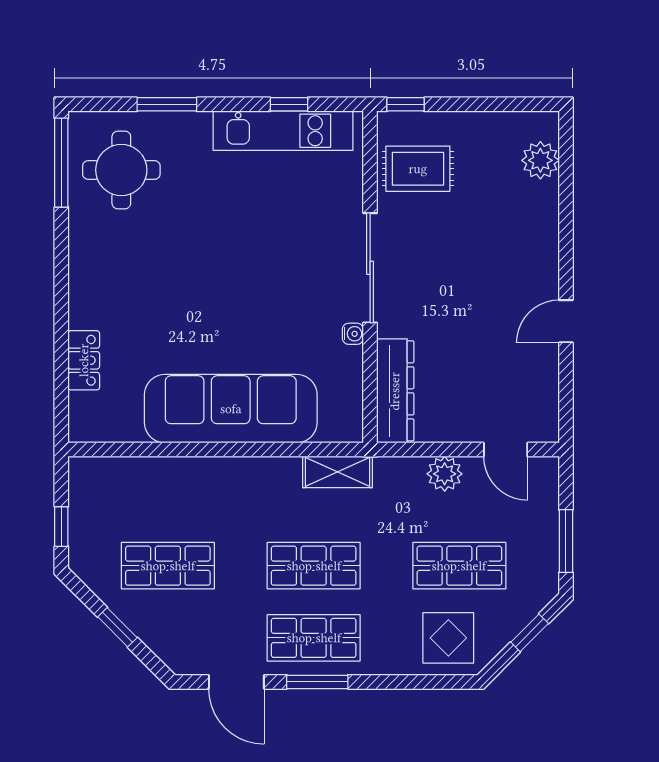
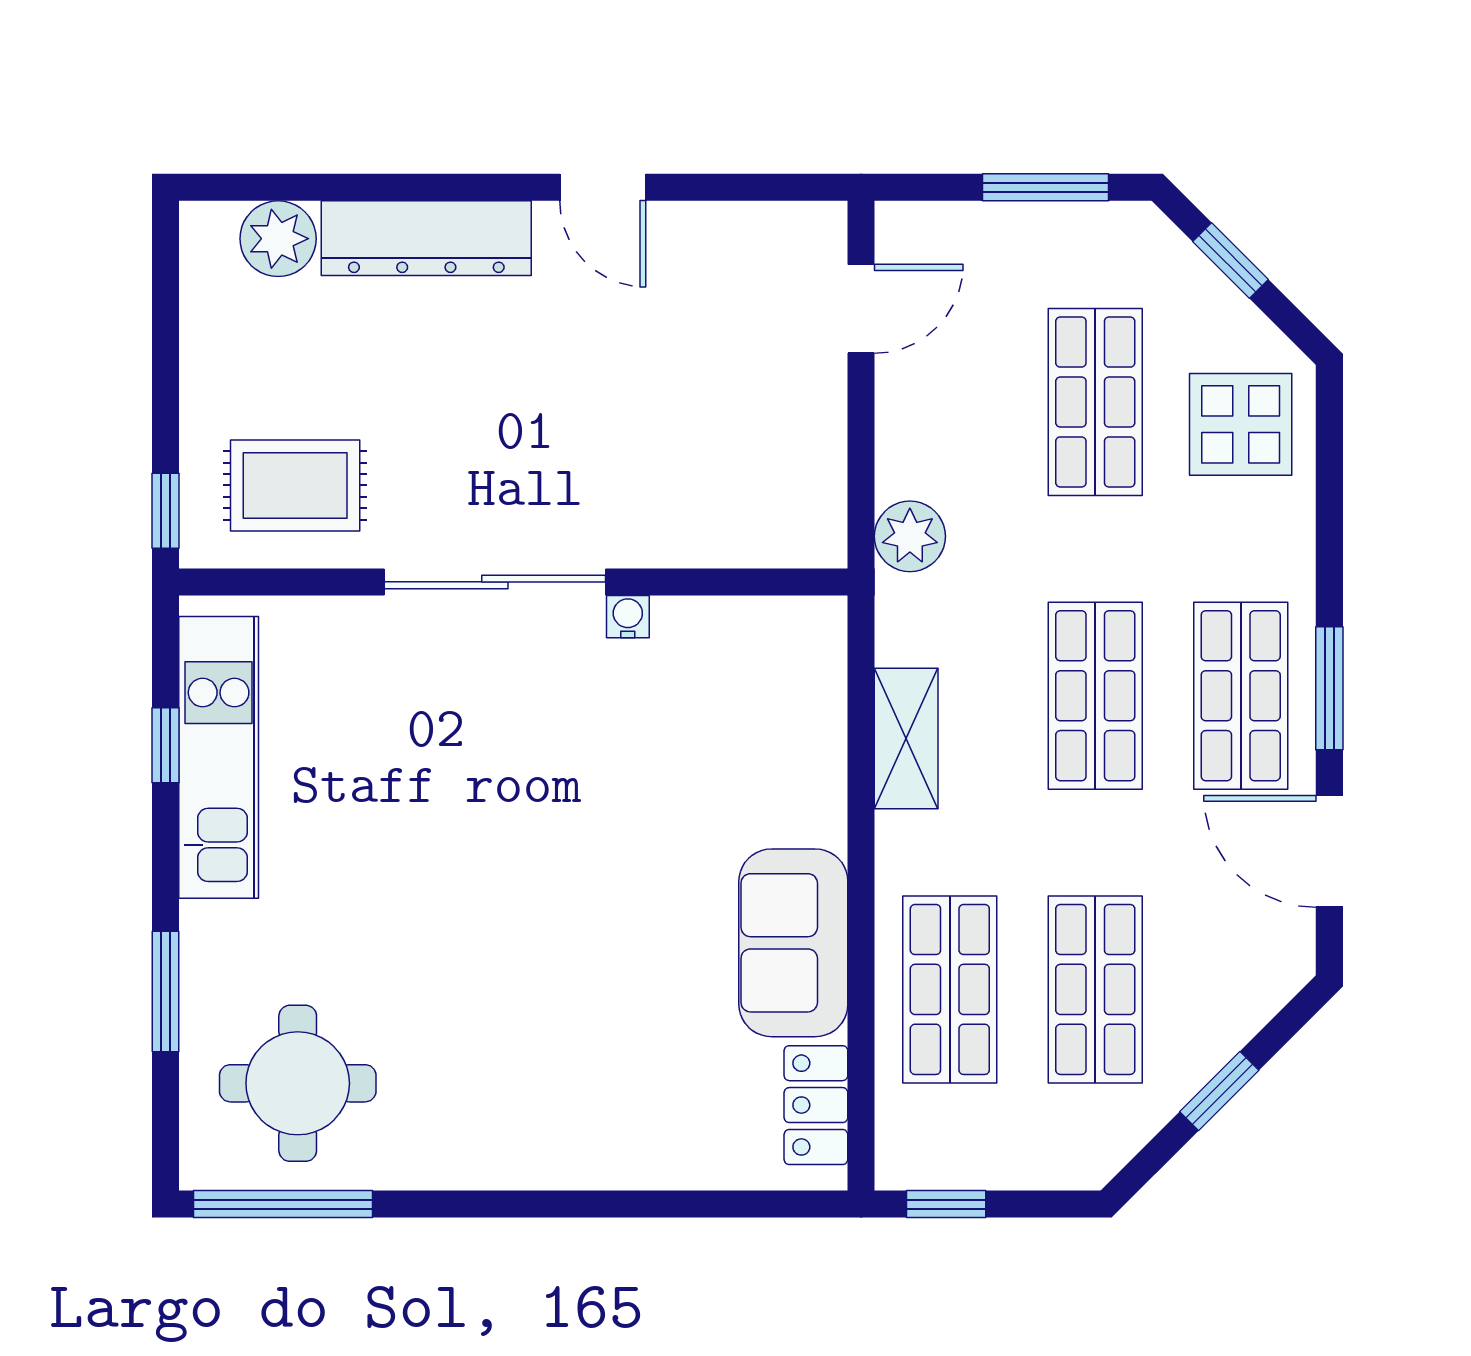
rug: (418, 169) -> (295, 485), turned 90
locker: (84, 360) -> (816, 1105), moved, turned -90
dresser: (395, 391) -> (426, 238), moved, turned 180
sofa: (231, 409) -> (793, 943), width x0.54, depth x0.79
shelving: (338, 472) -> (906, 739), moved
plant: (445, 474) -> (910, 536), moved
shop shelf: (168, 494) -> (950, 989), added
window: (61, 527) -> (946, 1204), moved
door: (236, 682) -> (1329, 851), swing flipped

